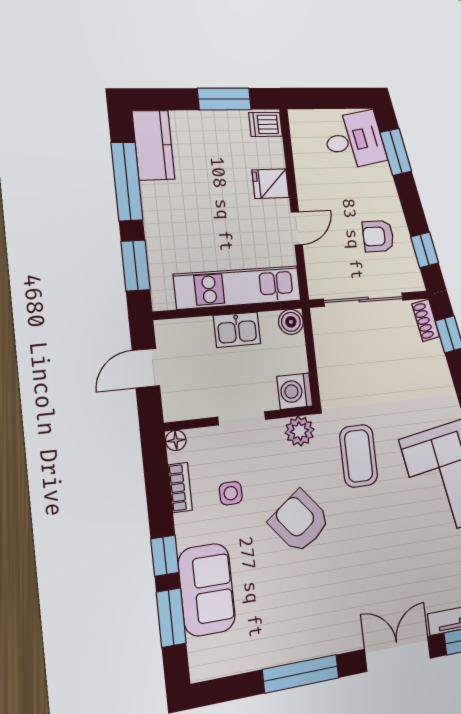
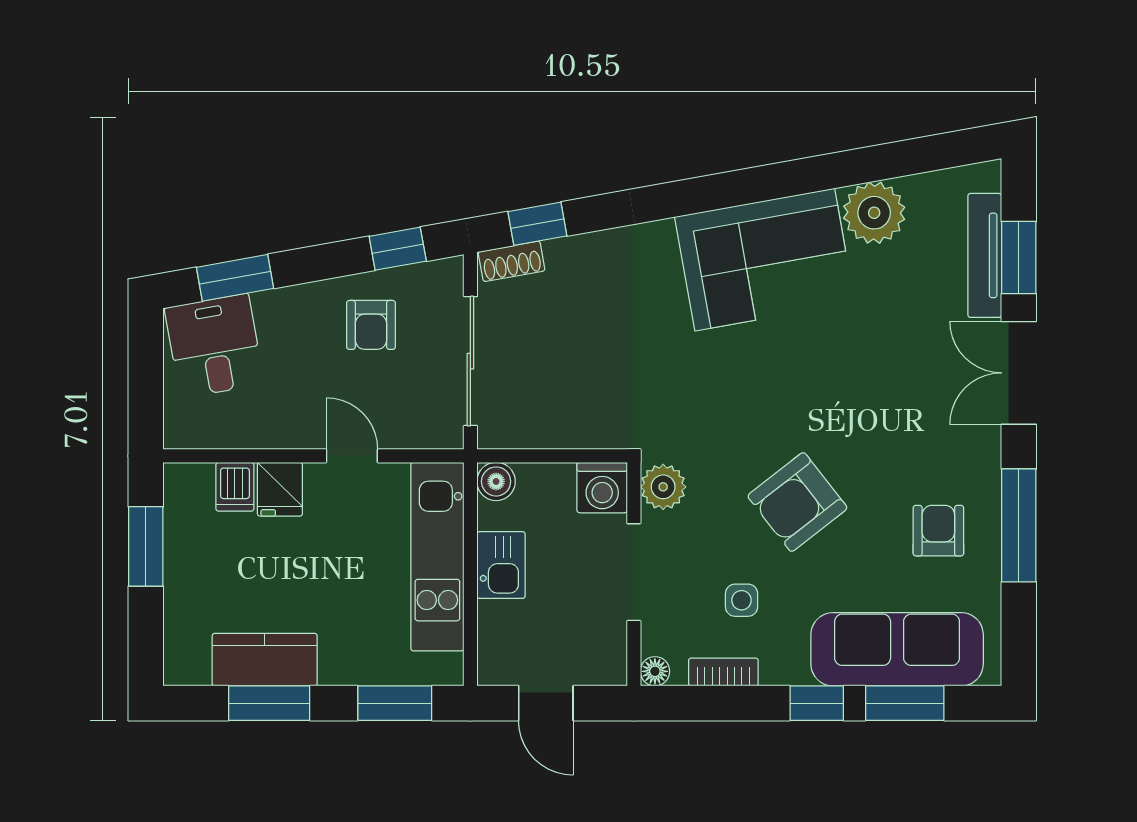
dishwasher: (266, 124) -> (235, 487), moved
kitchen counter: (153, 145) -> (265, 660), moved
window: (127, 181) -> (269, 703), width x0.69
doorway: (242, 418) -> (634, 572), width x1.38
coffee table: (359, 456) -> (712, 399), removed
sofa: (207, 590) -> (897, 649), width x1.36
armchair: (291, 619) -> (938, 531), added

